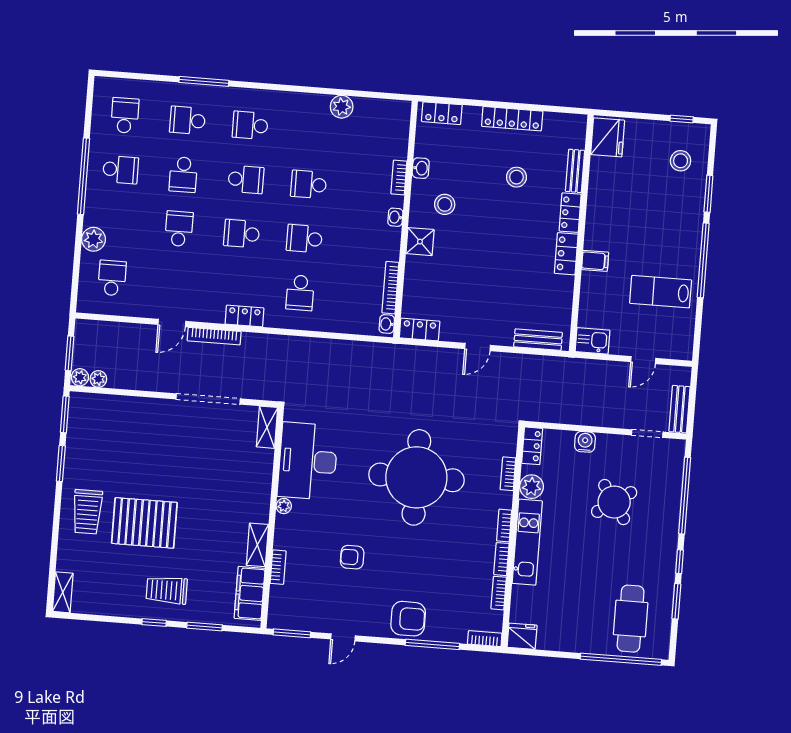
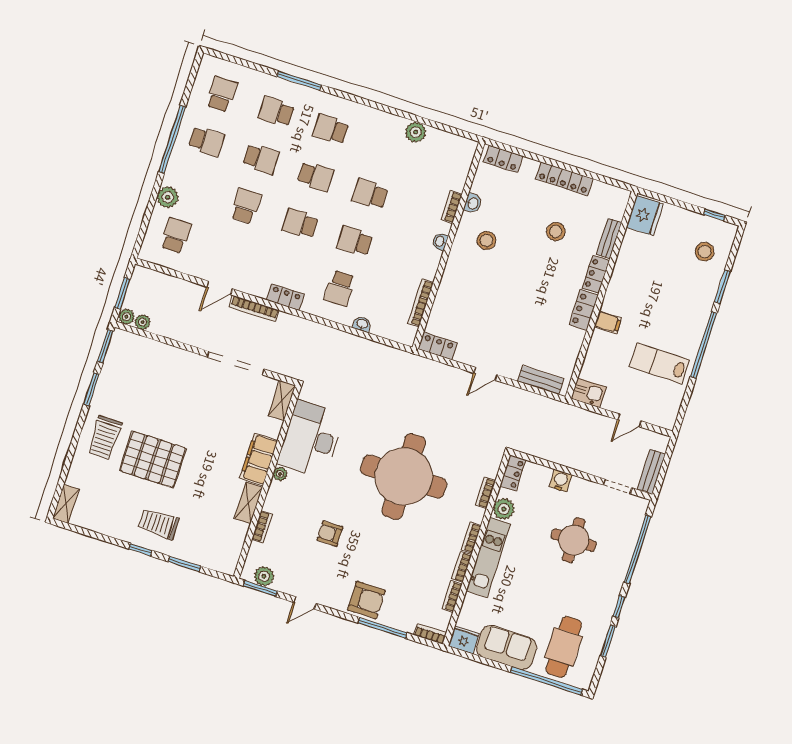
school desk: (183, 175) -> (261, 159), turned -90
shower: (420, 242) -> (457, 268), removed
washbasin: (387, 324) -> (362, 324), moved, turned 90
round table: (614, 502) -> (574, 540), turned 34
filing cabinet: (250, 593) -> (259, 459), moved
plant: (293, 619) -> (264, 576), added
sofa: (570, 634) -> (506, 648), added

